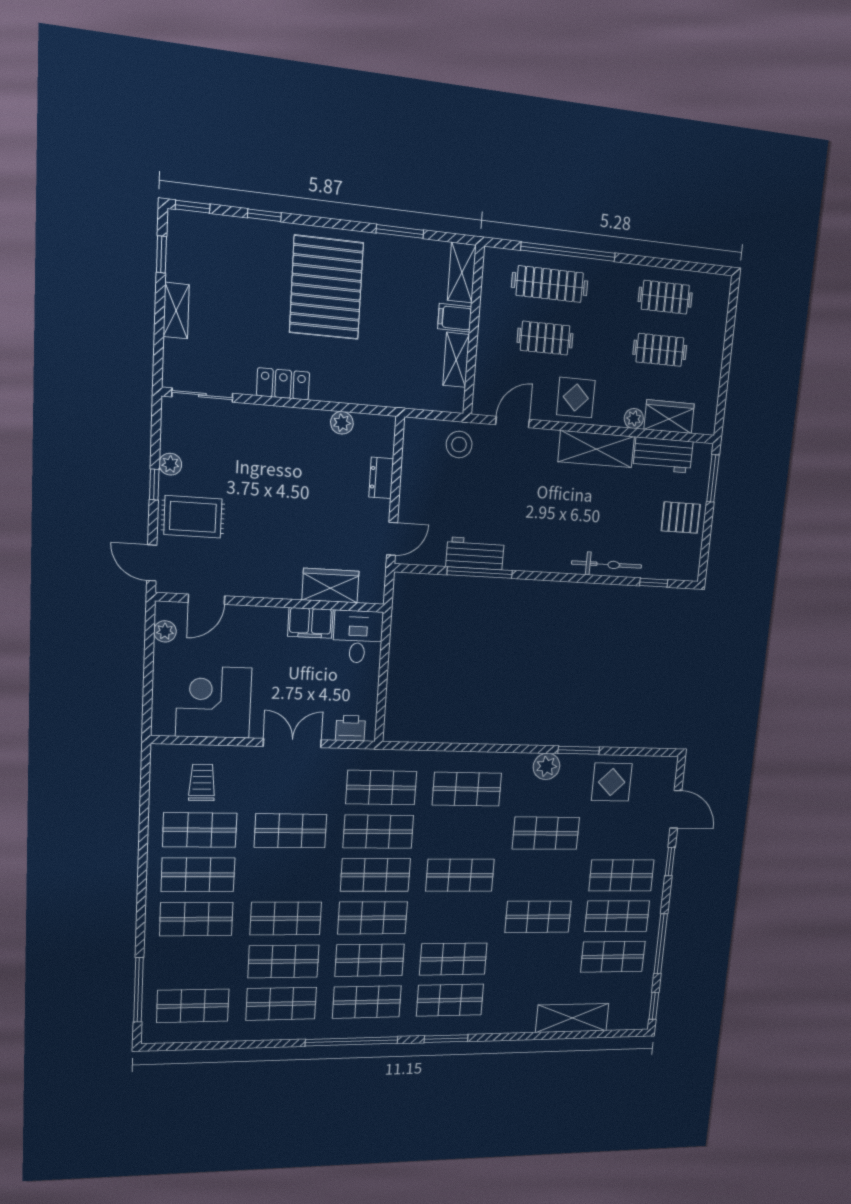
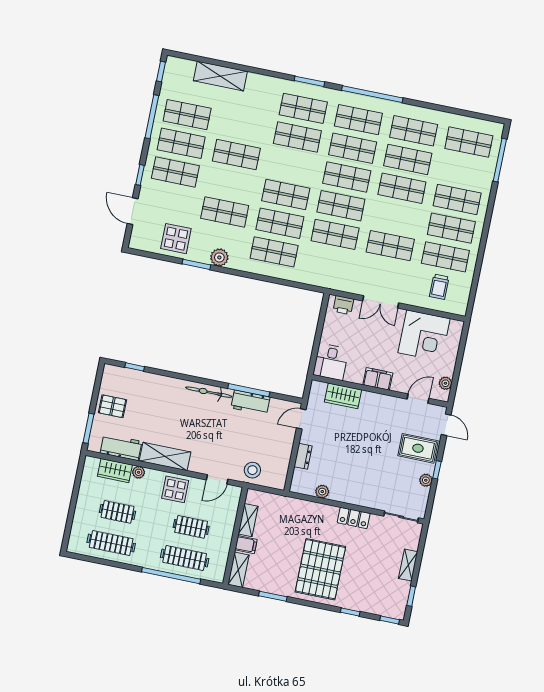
clothes rail: (665, 297) -> (111, 543), width x1.36
bicycle: (607, 565) -> (209, 392), moved
filing cabinet: (310, 623) -> (378, 379), moved
shop shelf: (381, 788) -> (280, 223), moved

